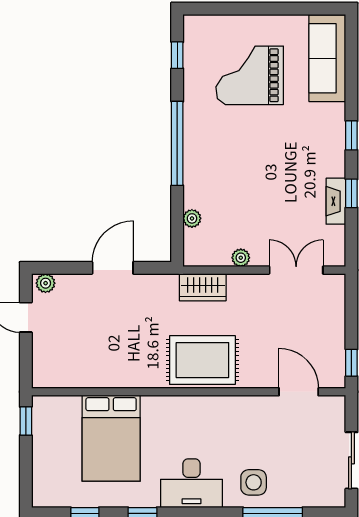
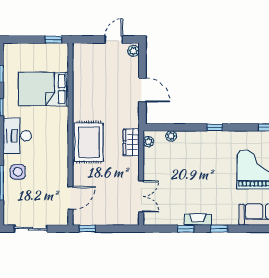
window: (177, 143) -> (215, 127), width x0.32
fireplace: (336, 201) -> (198, 220), moved
plant: (241, 258) -> (148, 142), moved

